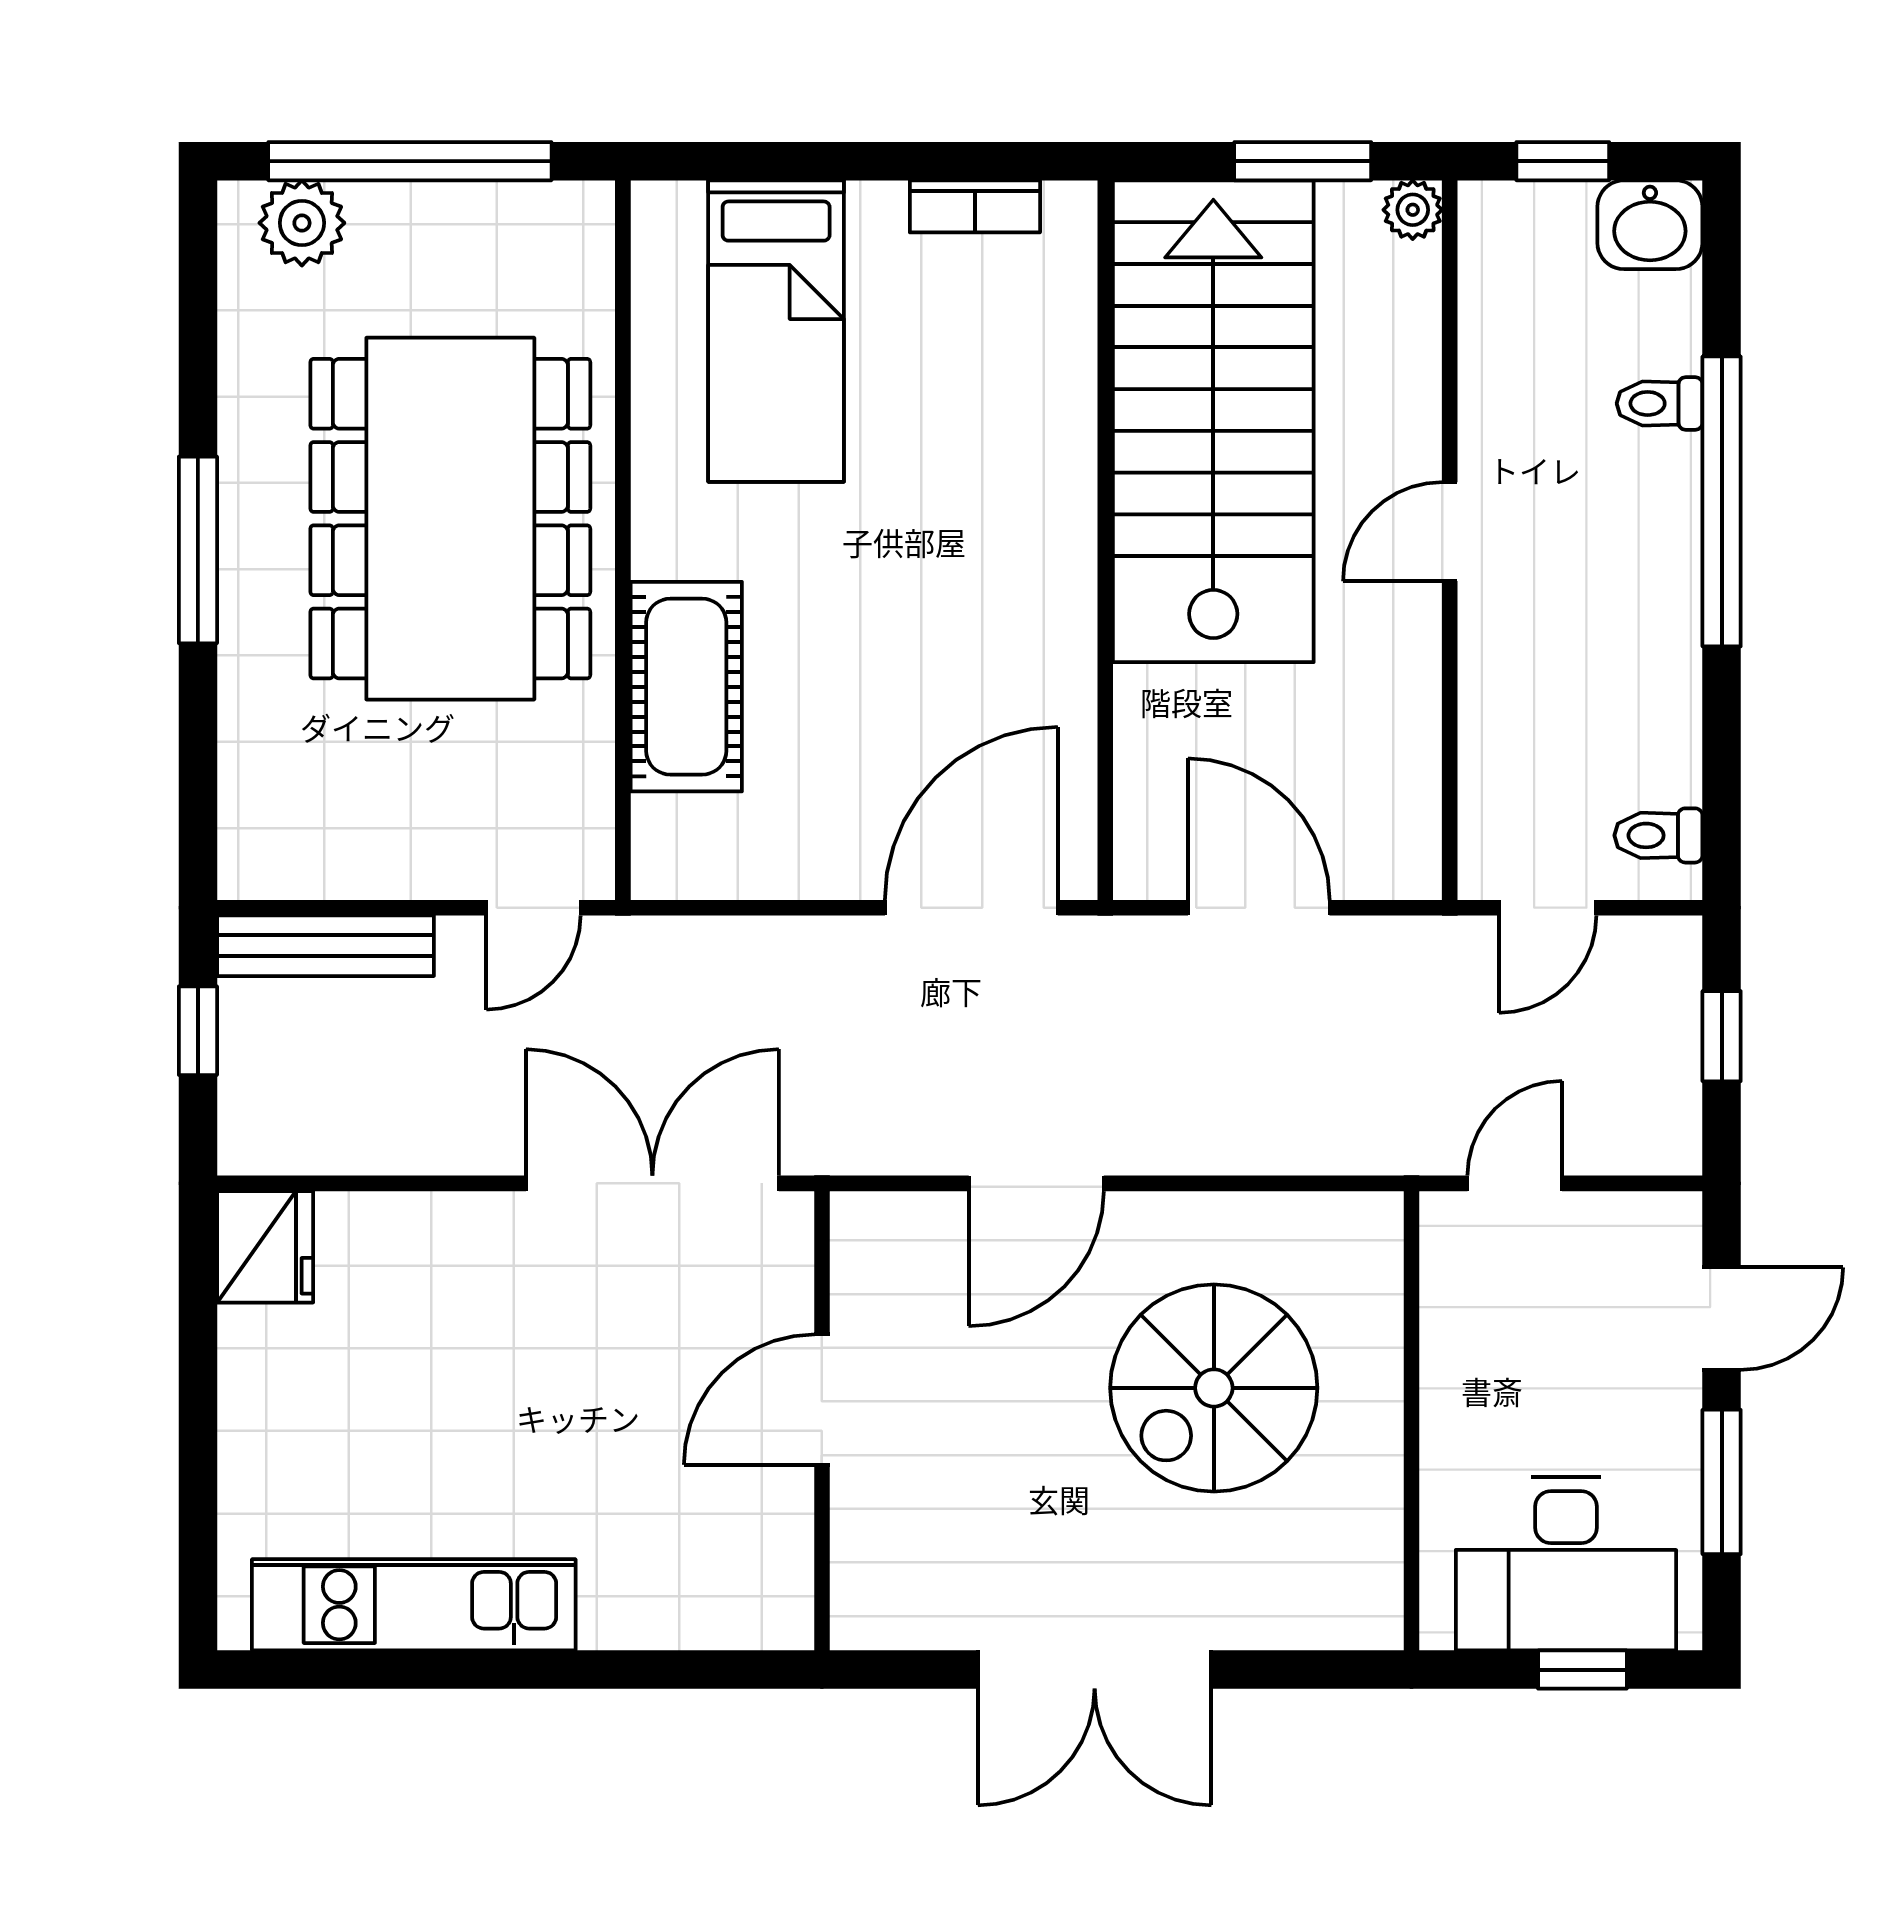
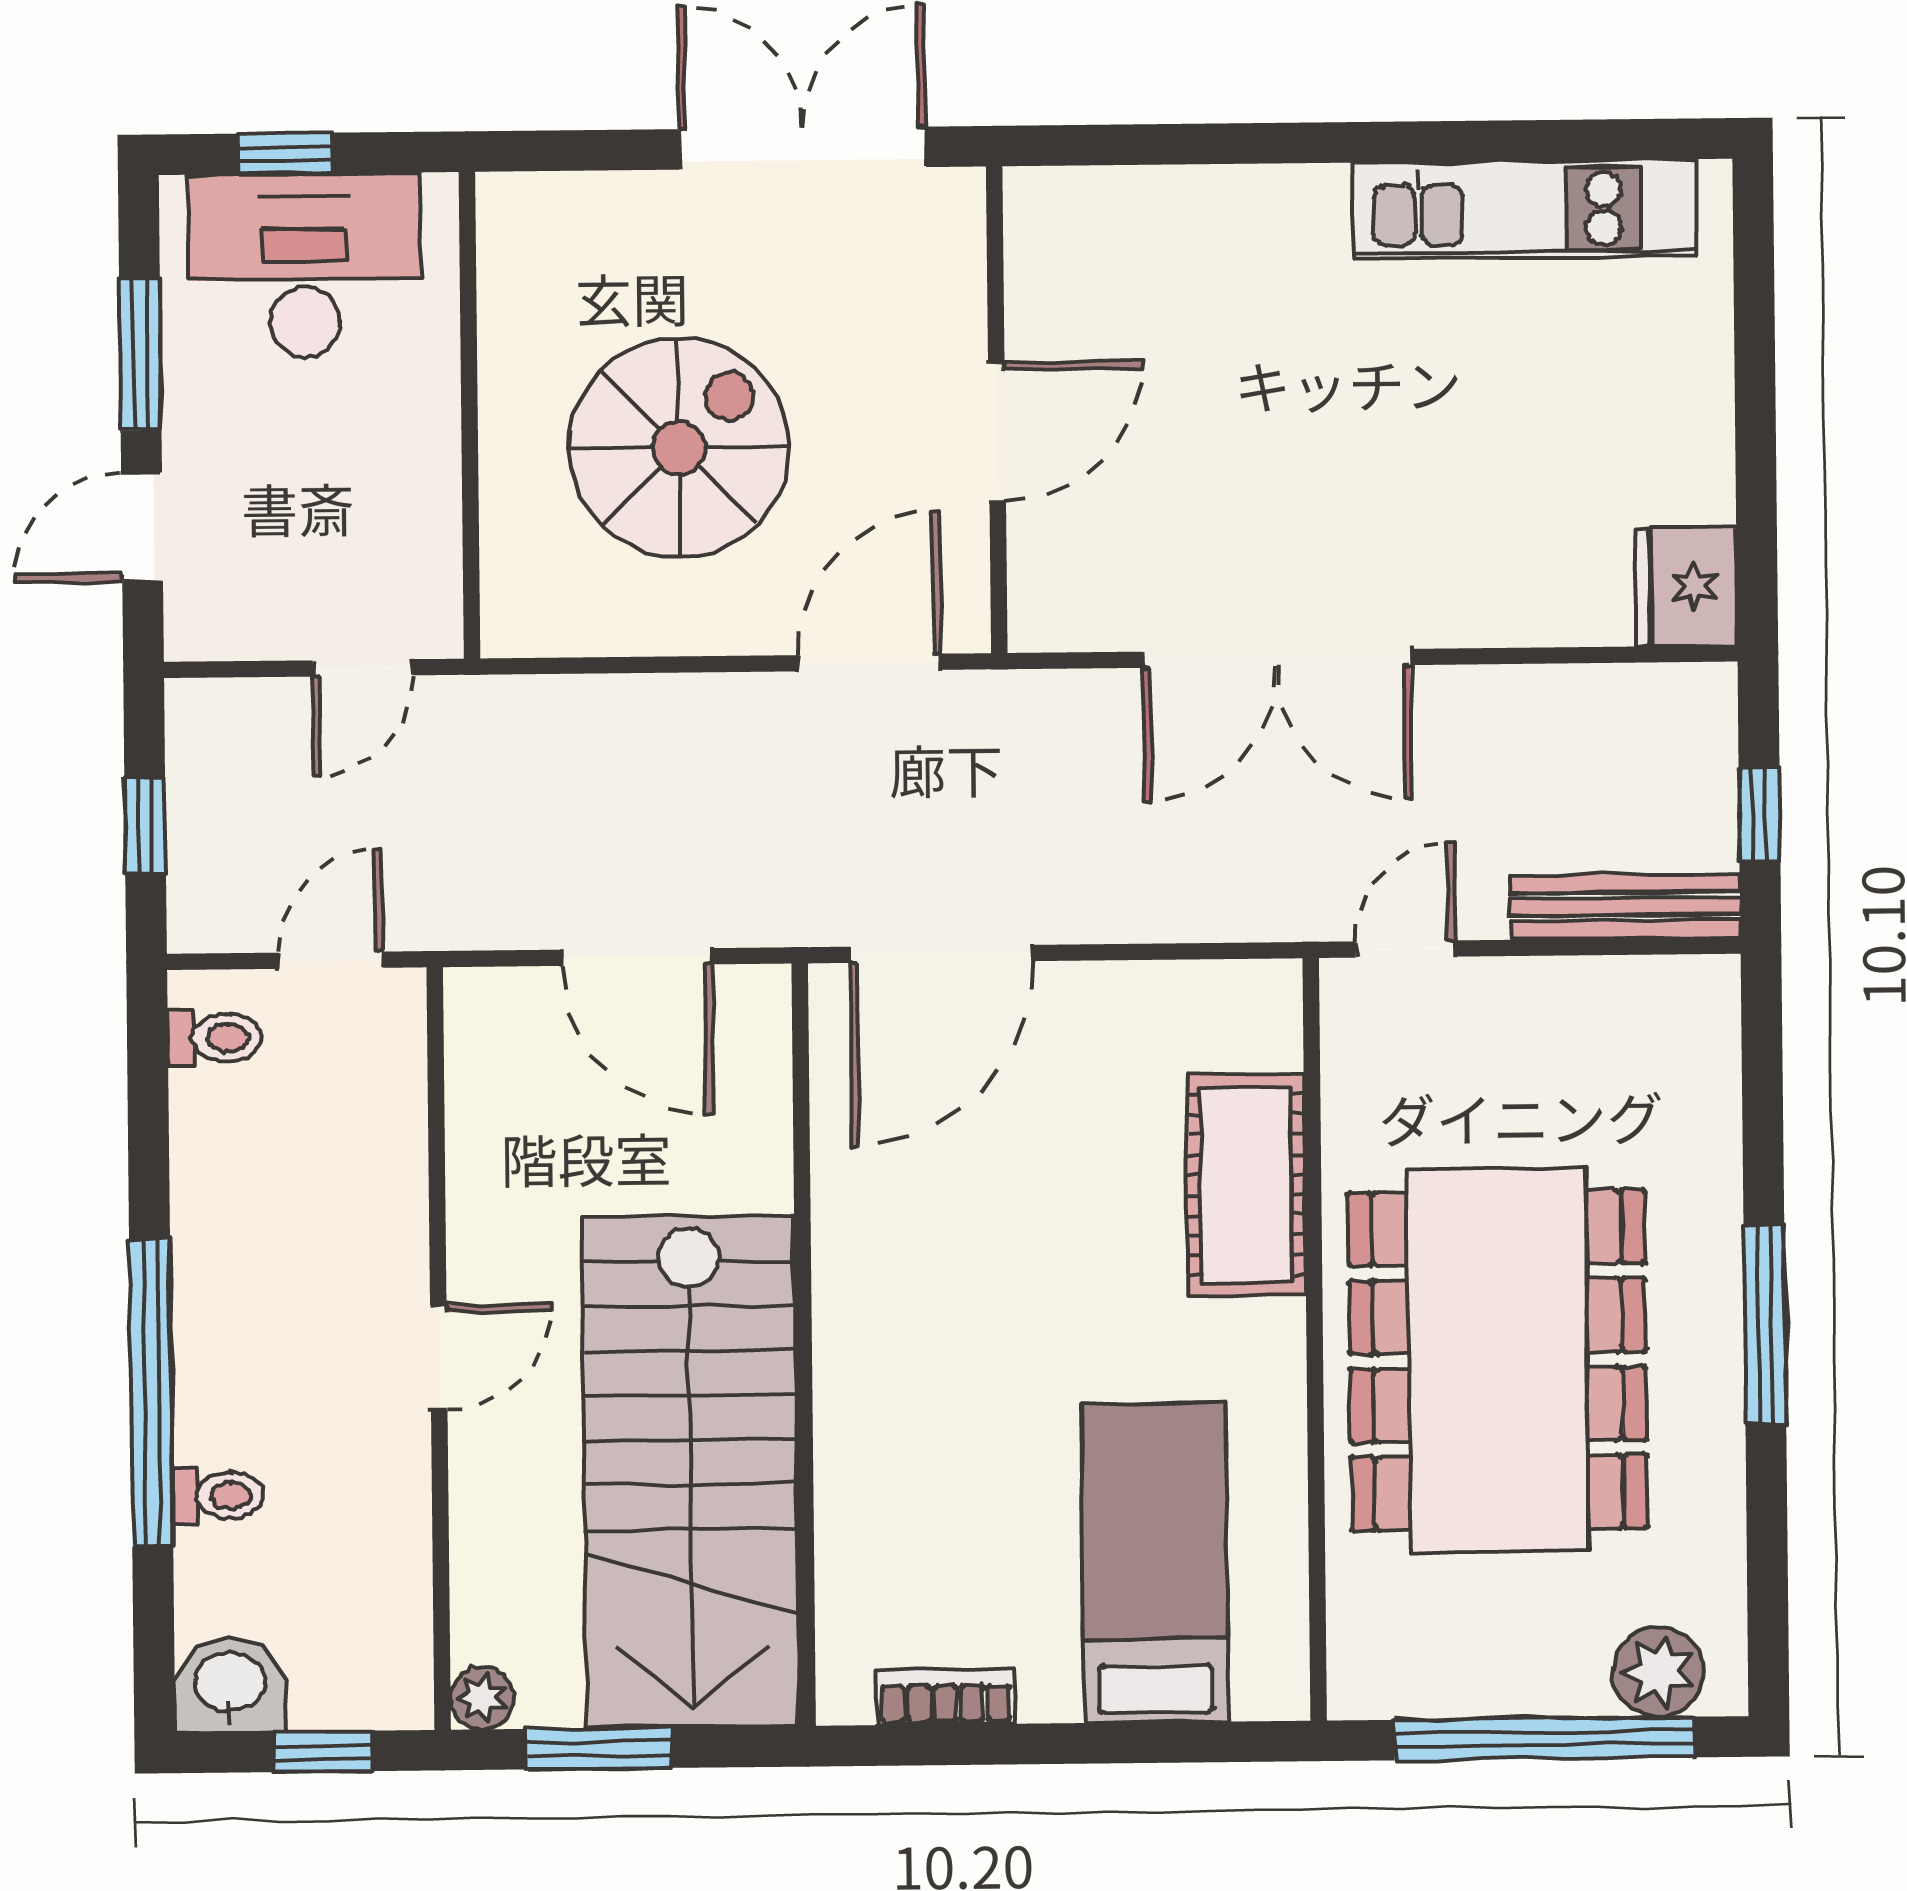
door: (822, 1400) -> (997, 432), moved
wall: (822, 1421) -> (997, 410), moved

